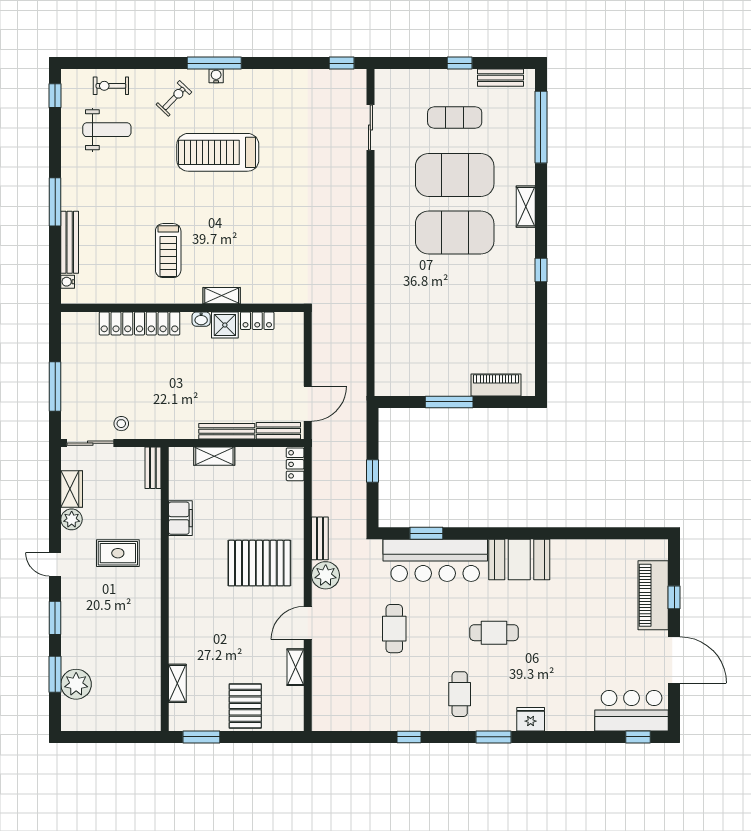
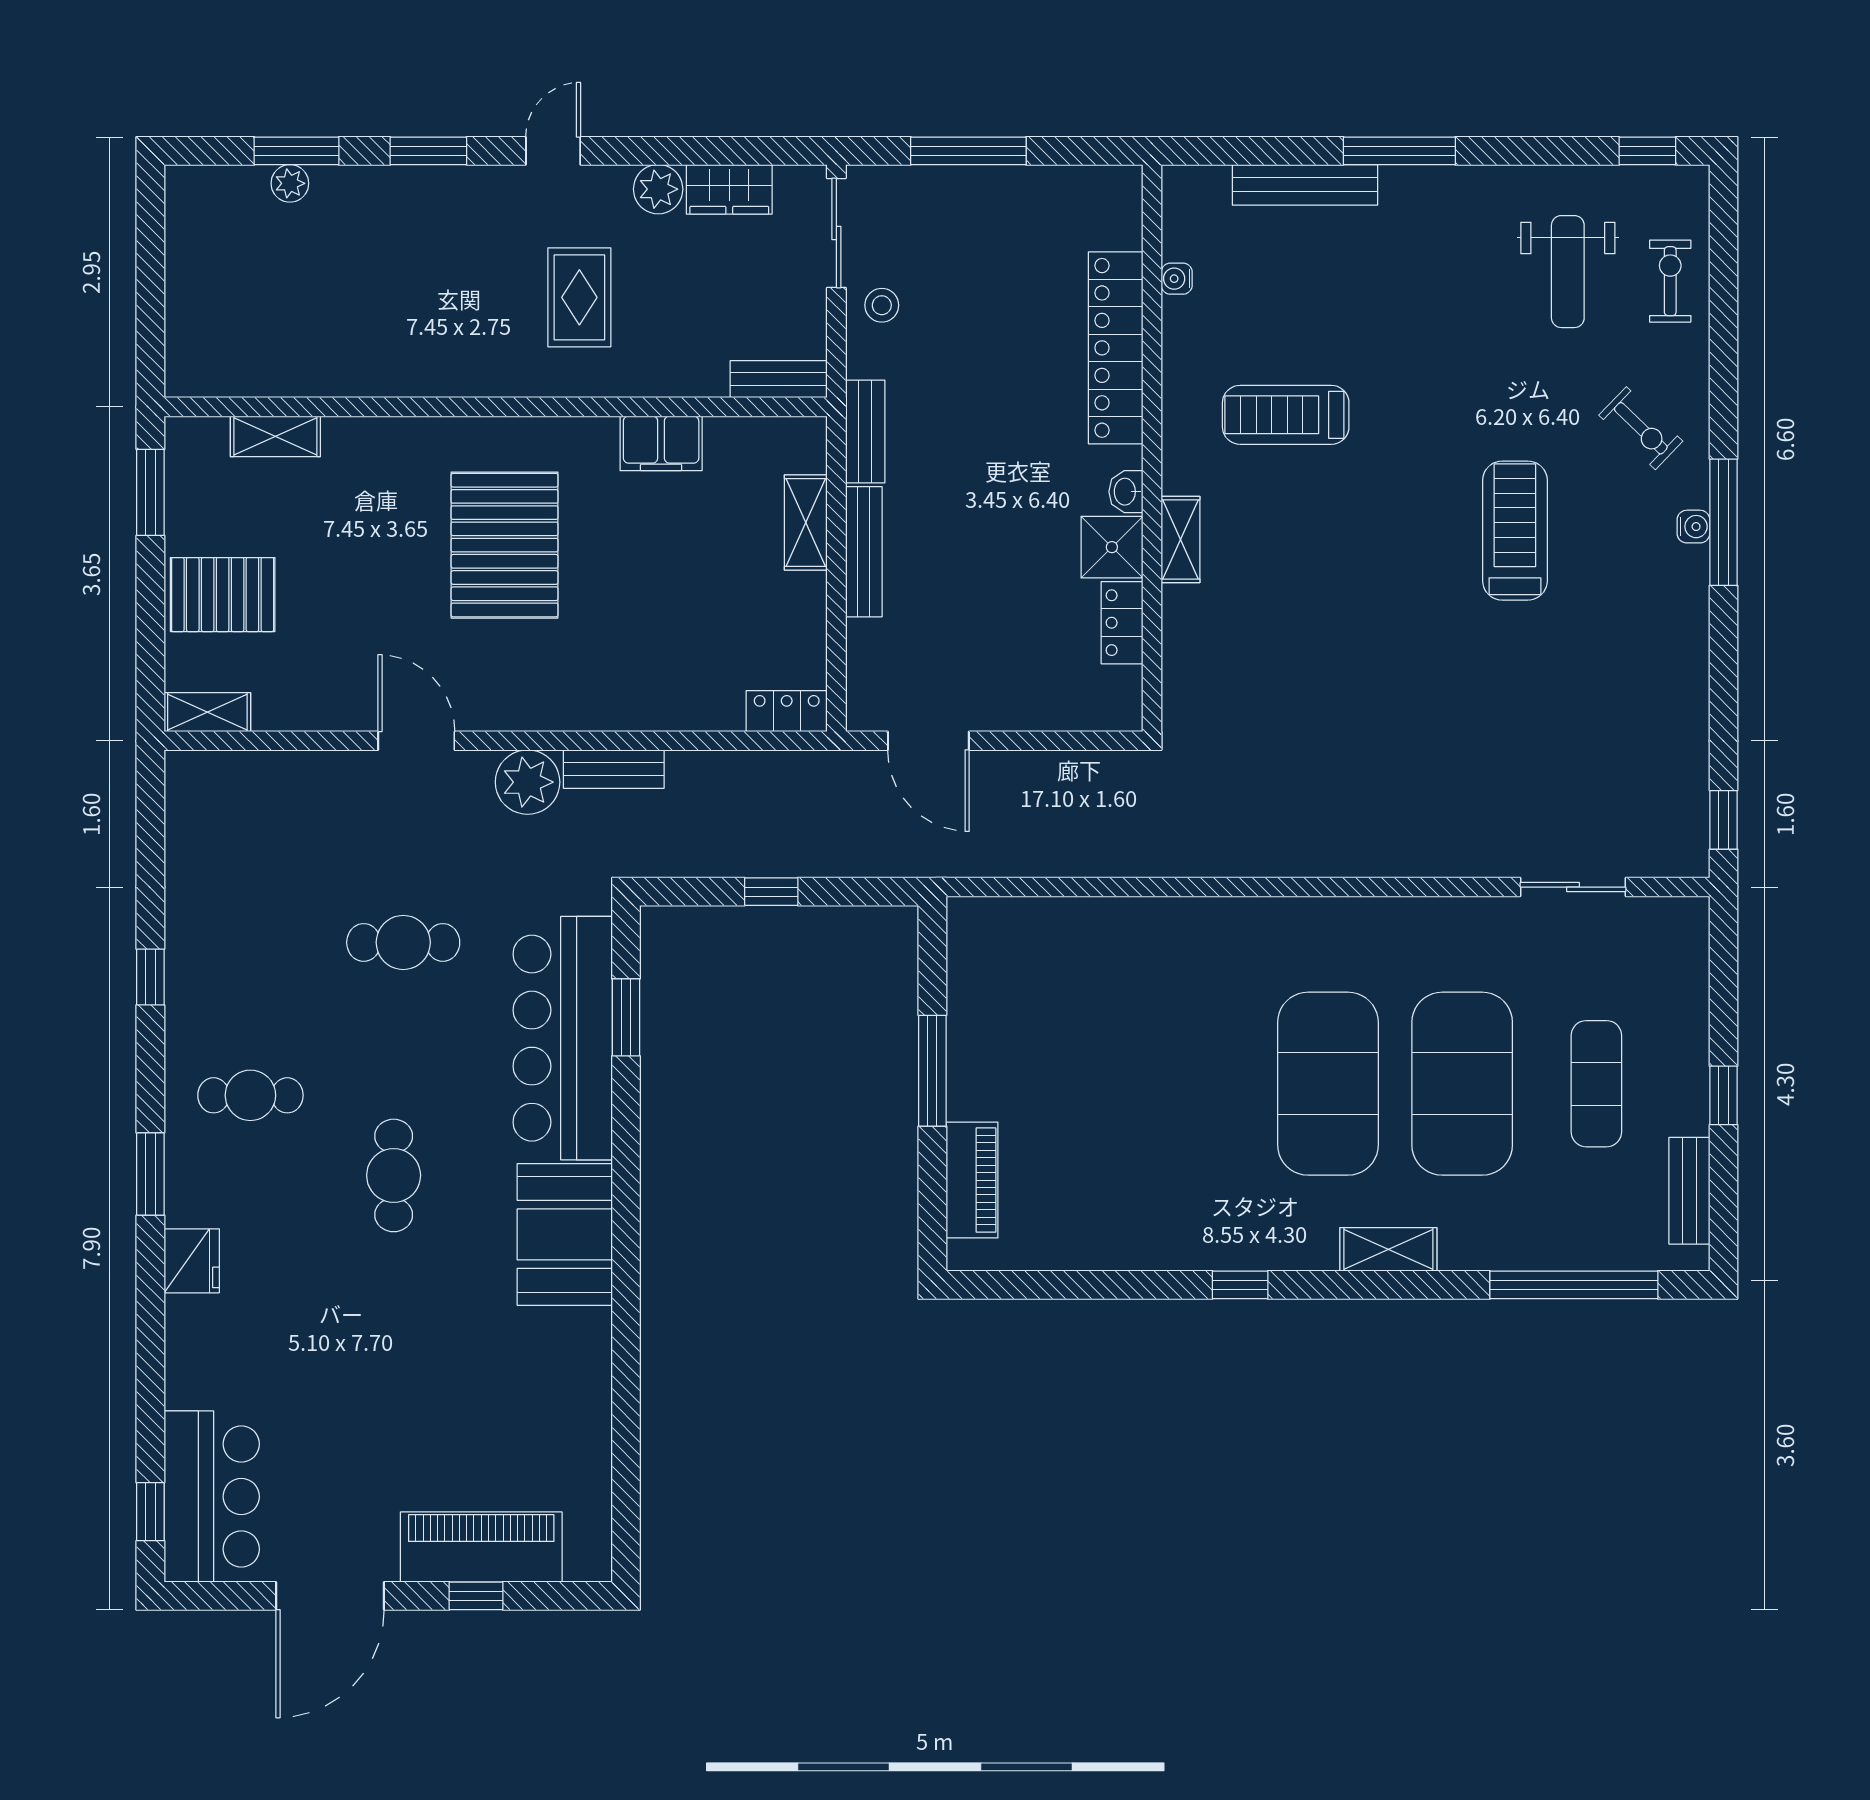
treadmill: (218, 152) -> (1515, 531), width x0.73, depth x0.73
water cooler: (68, 282) -> (1177, 279), moved, turned -90
bench: (278, 431) -> (865, 432), moved
pallet: (259, 563) -> (505, 545), moved
shelving: (296, 667) -> (207, 712), moved
plant: (76, 684) -> (290, 183), width x0.53, depth x0.53

